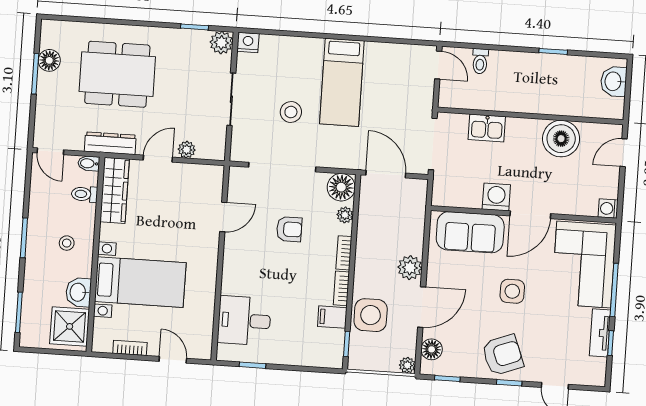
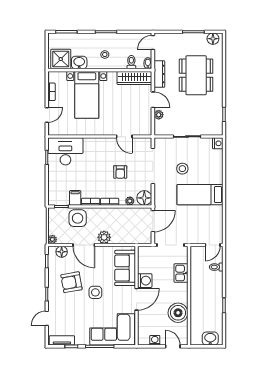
plant: (221, 43) -> (217, 129), removed
floor lamp: (49, 60) -> (213, 39), moved
washing machine: (608, 209) -> (155, 340), moved
door: (530, 215) -> (137, 299), swing flipped
desk: (244, 321) -> (65, 151), width x1.37
tv unit: (600, 333) -> (62, 340), moved
armchair: (503, 355) -> (71, 282), moved, turned 101

